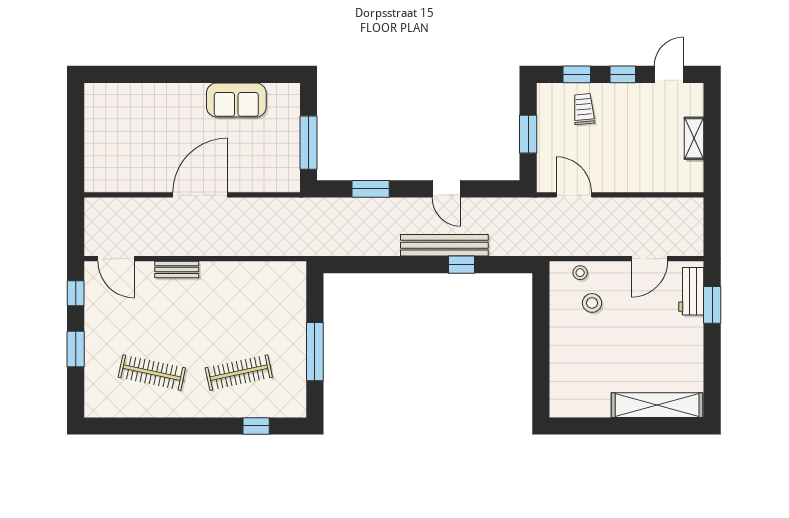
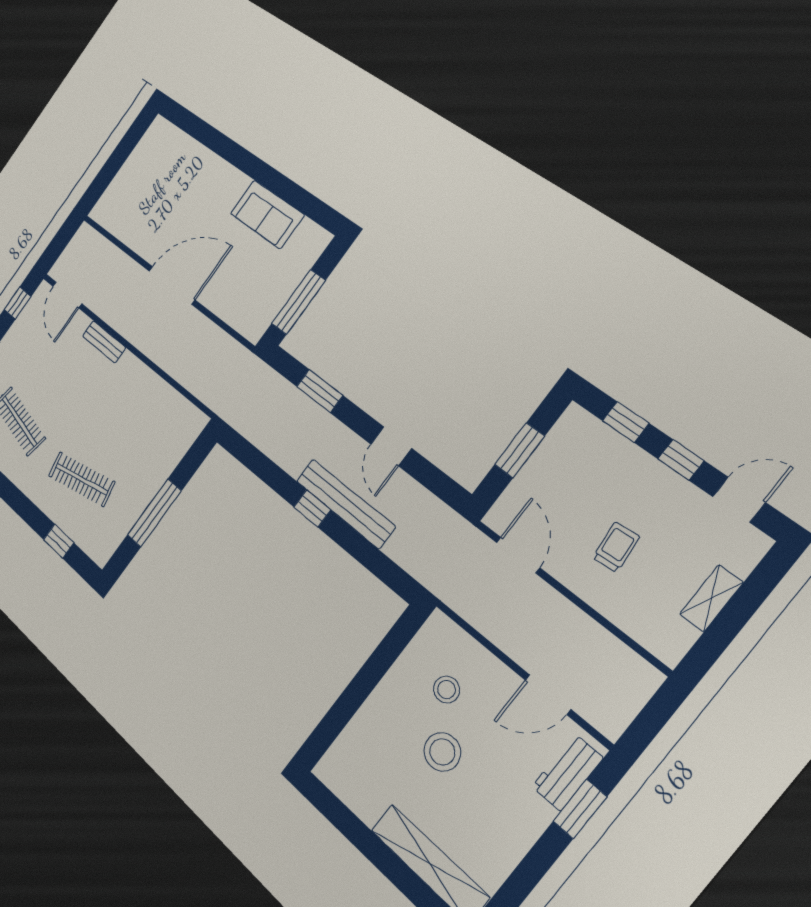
trolley: (584, 109) -> (616, 547), moved
window: (461, 265) -> (312, 508), moved
stool: (580, 273) -> (442, 752), moved, width x1.89, depth x1.89

